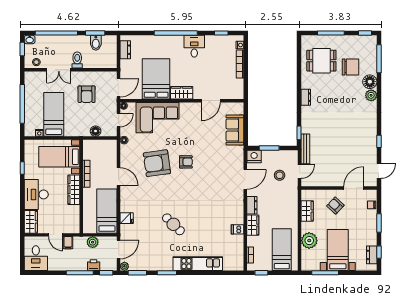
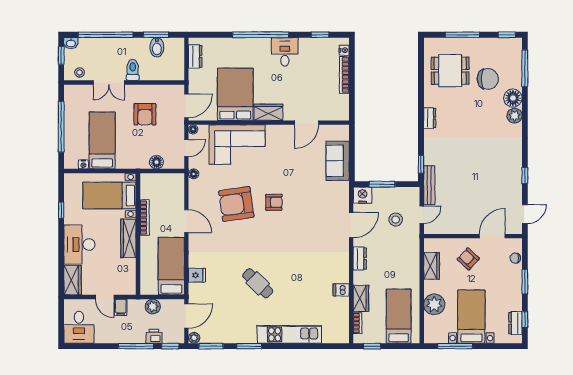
wardrobe: (253, 225) -> (361, 298), moved

